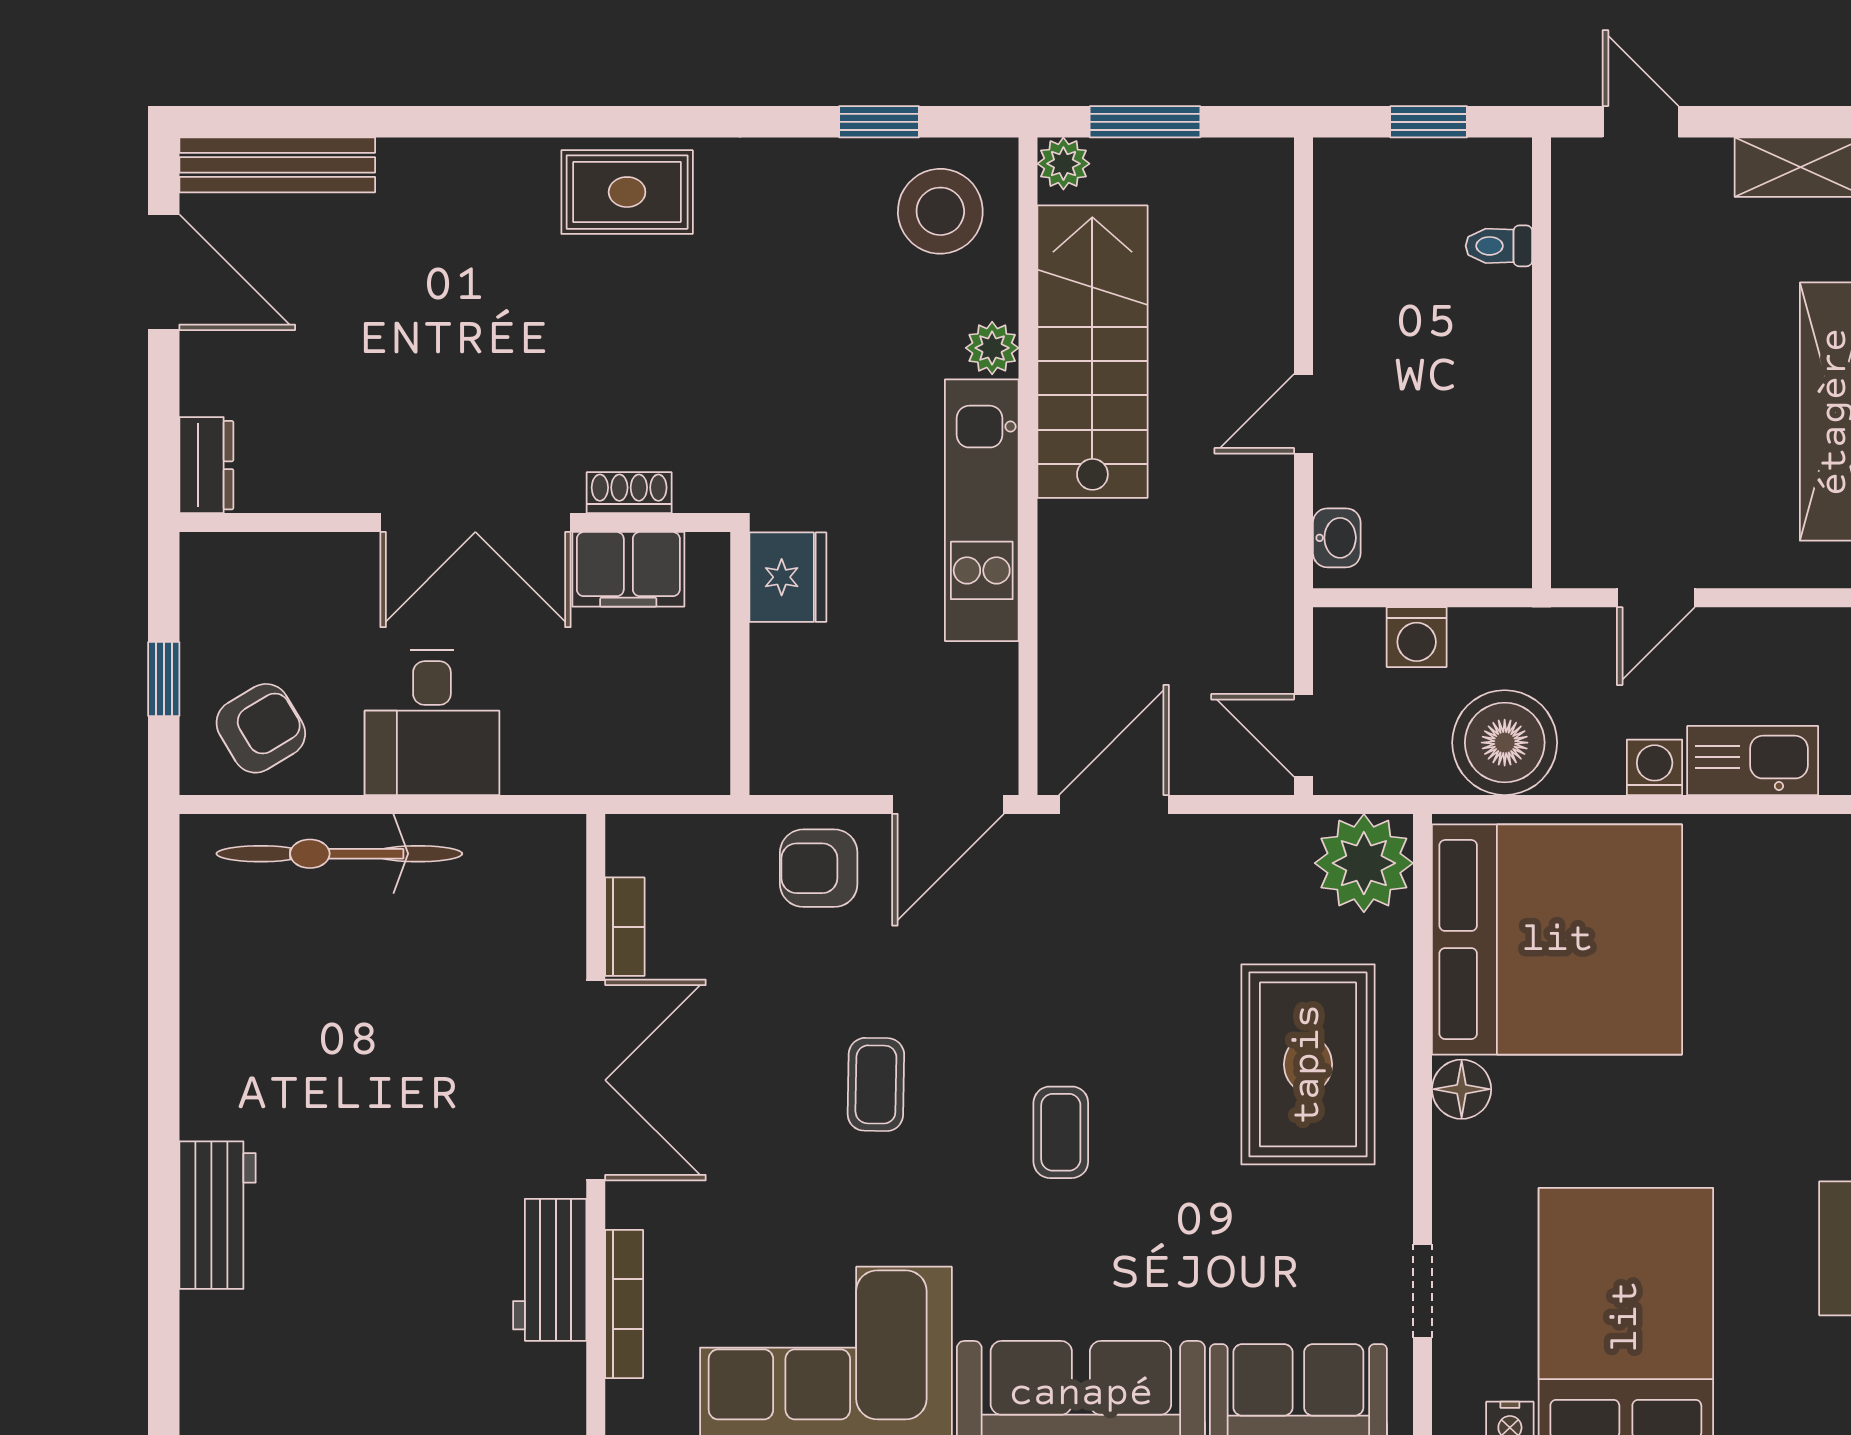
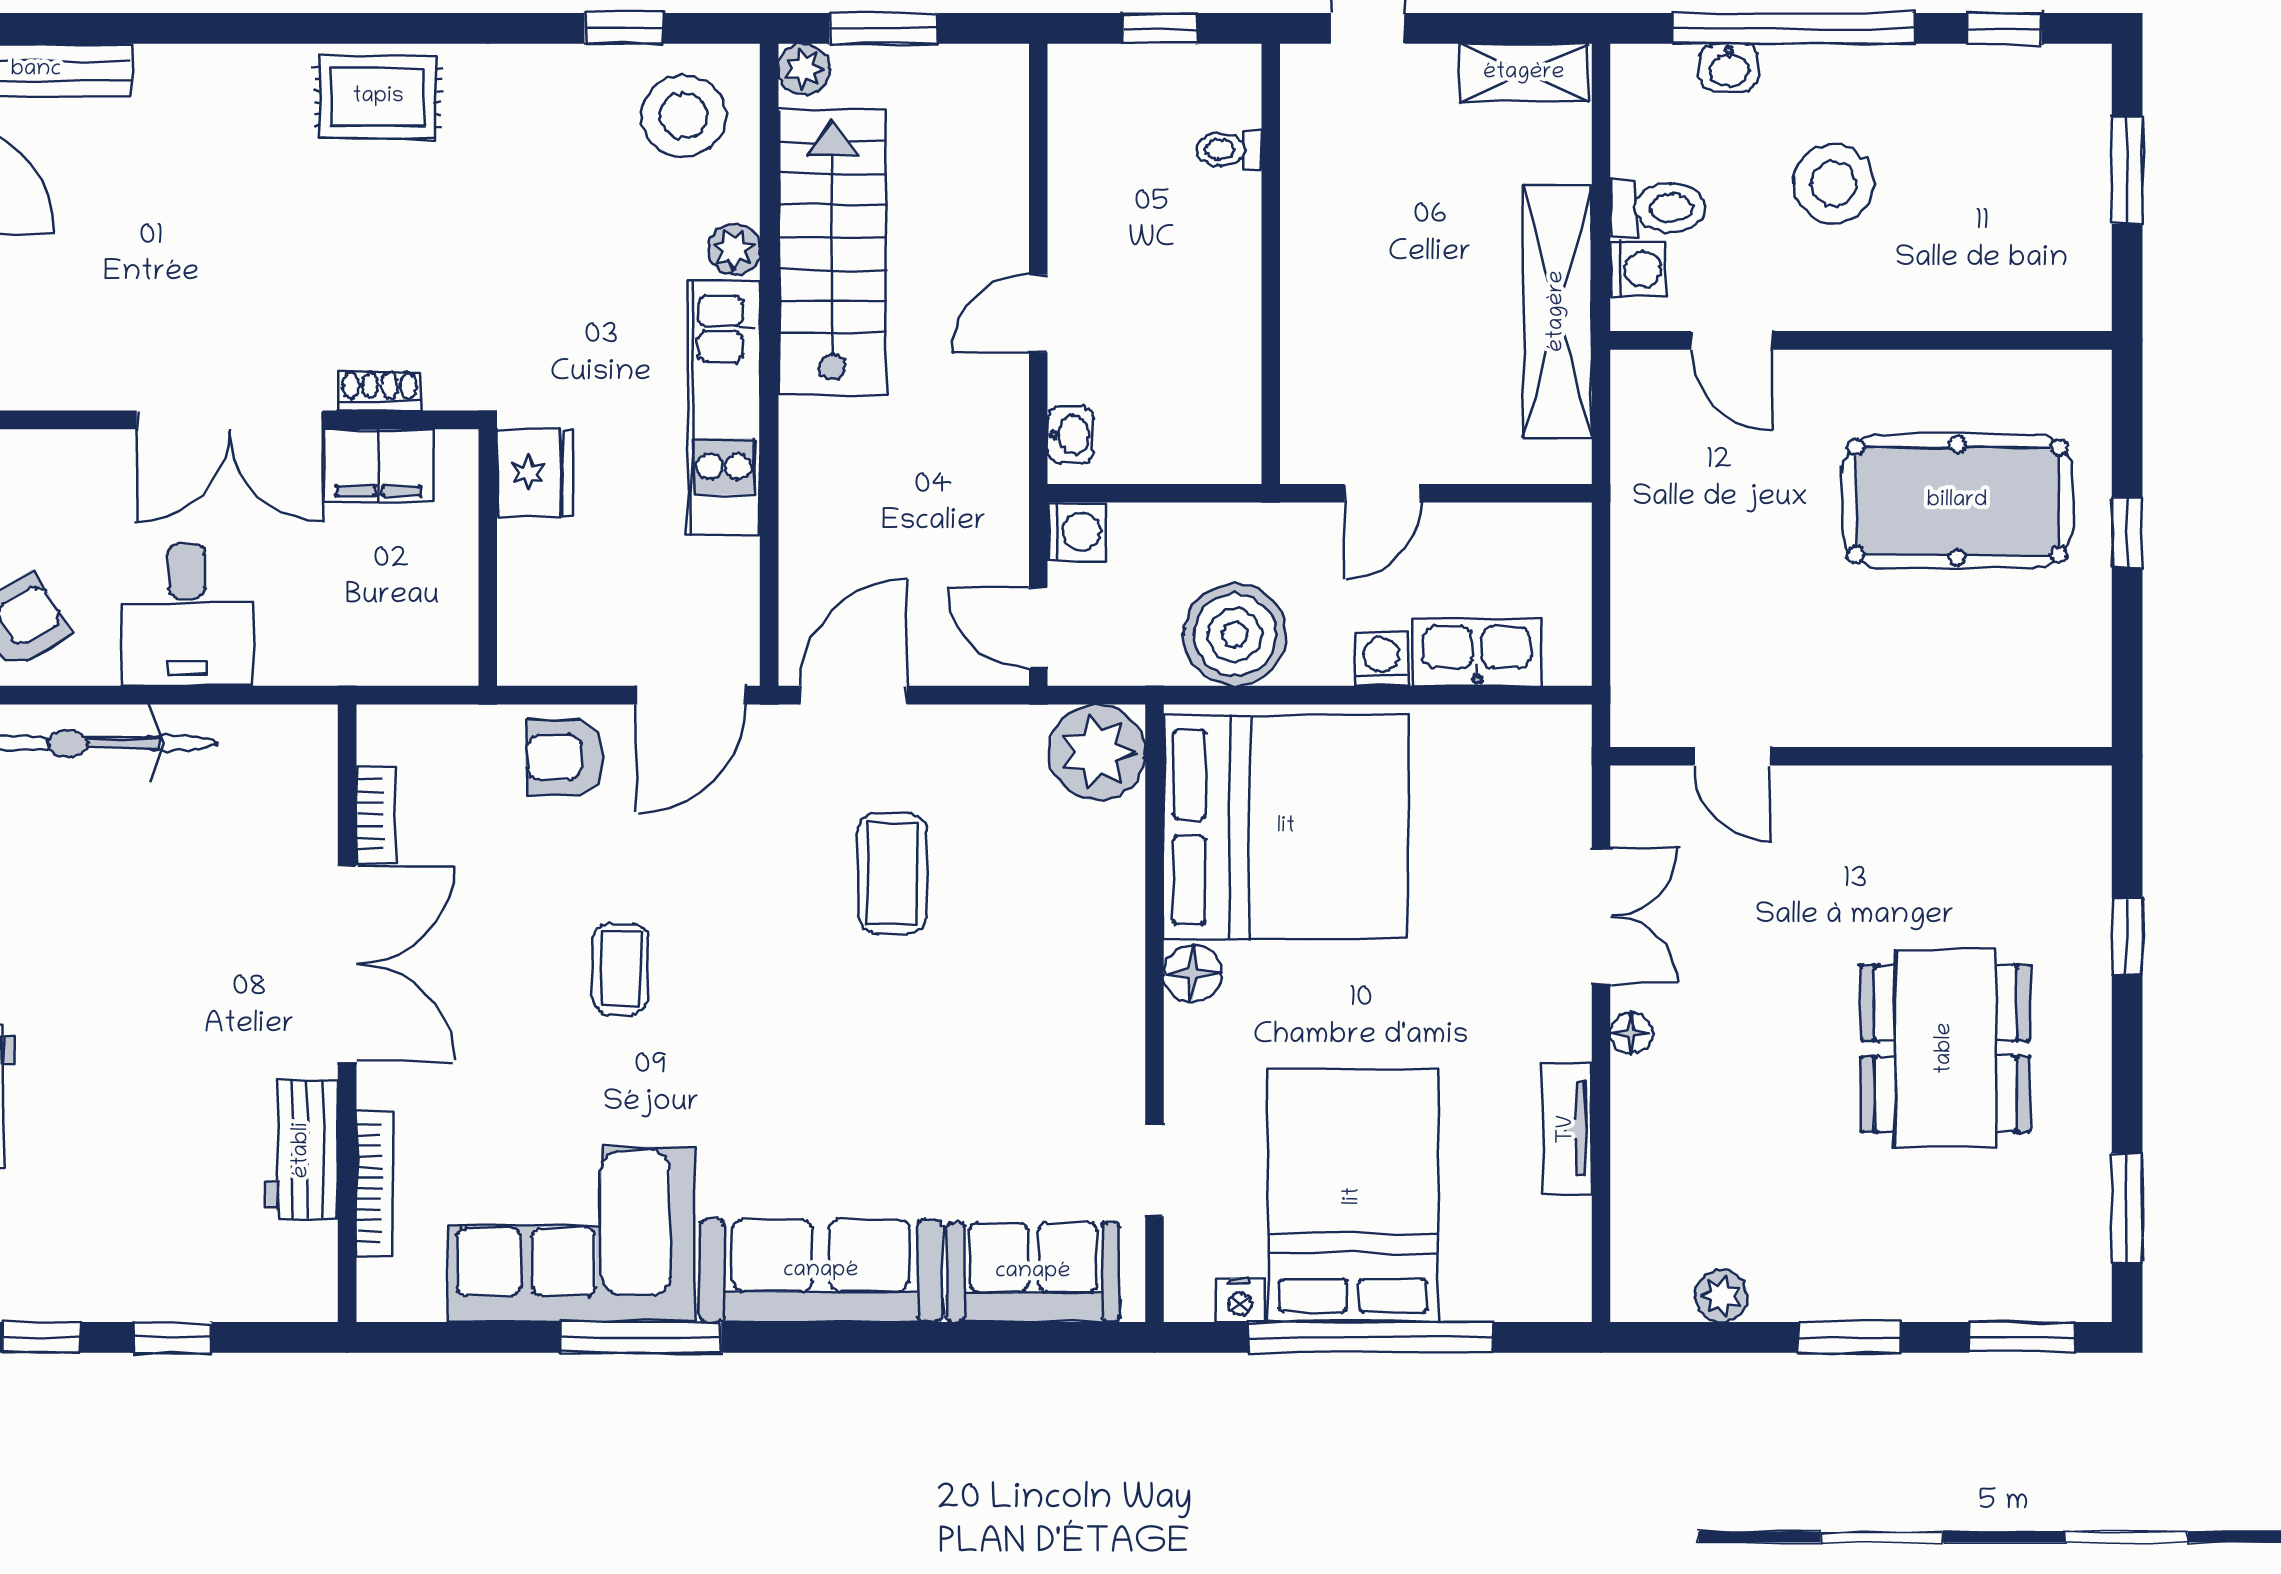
washing machine: (1417, 637) -> (1077, 532), moved, turned -90
rug: (1308, 1064) -> (1043, 949), removed
coffee table: (1061, 1132) -> (892, 873), moved, width x1.36, depth x1.30

